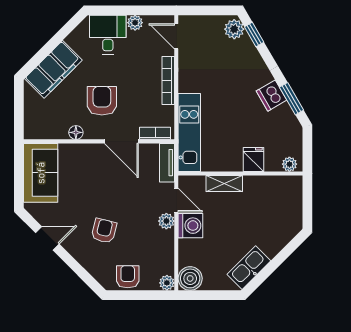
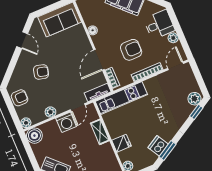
dishwasher: (271, 96) -> (158, 146), moved
armchair: (102, 101) -> (131, 50), moved
plant: (166, 221) -> (50, 112), moved

